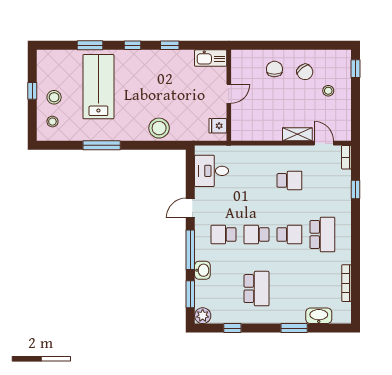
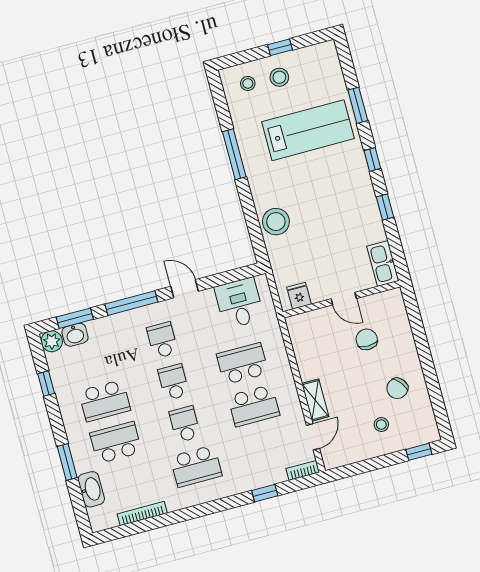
chair: (274, 69) -> (367, 339), moved, turned -90
school desk: (256, 180) -> (242, 364), added
school desk: (289, 180) -> (254, 406), width x1.85
school desk: (289, 234) -> (185, 424), turned 180
washbasin: (202, 270) -> (75, 335), moved
school desk: (289, 289) -> (116, 443), added

